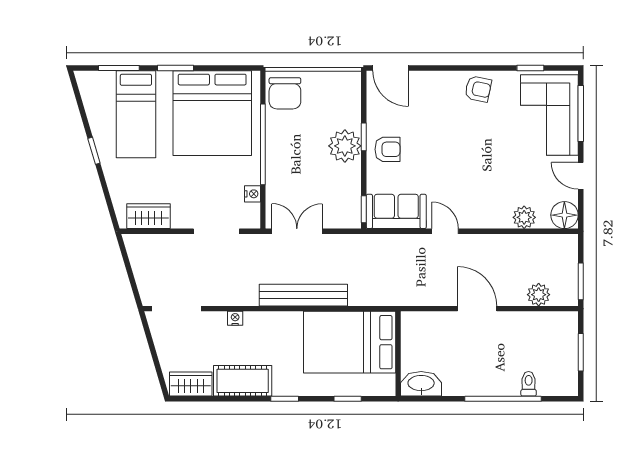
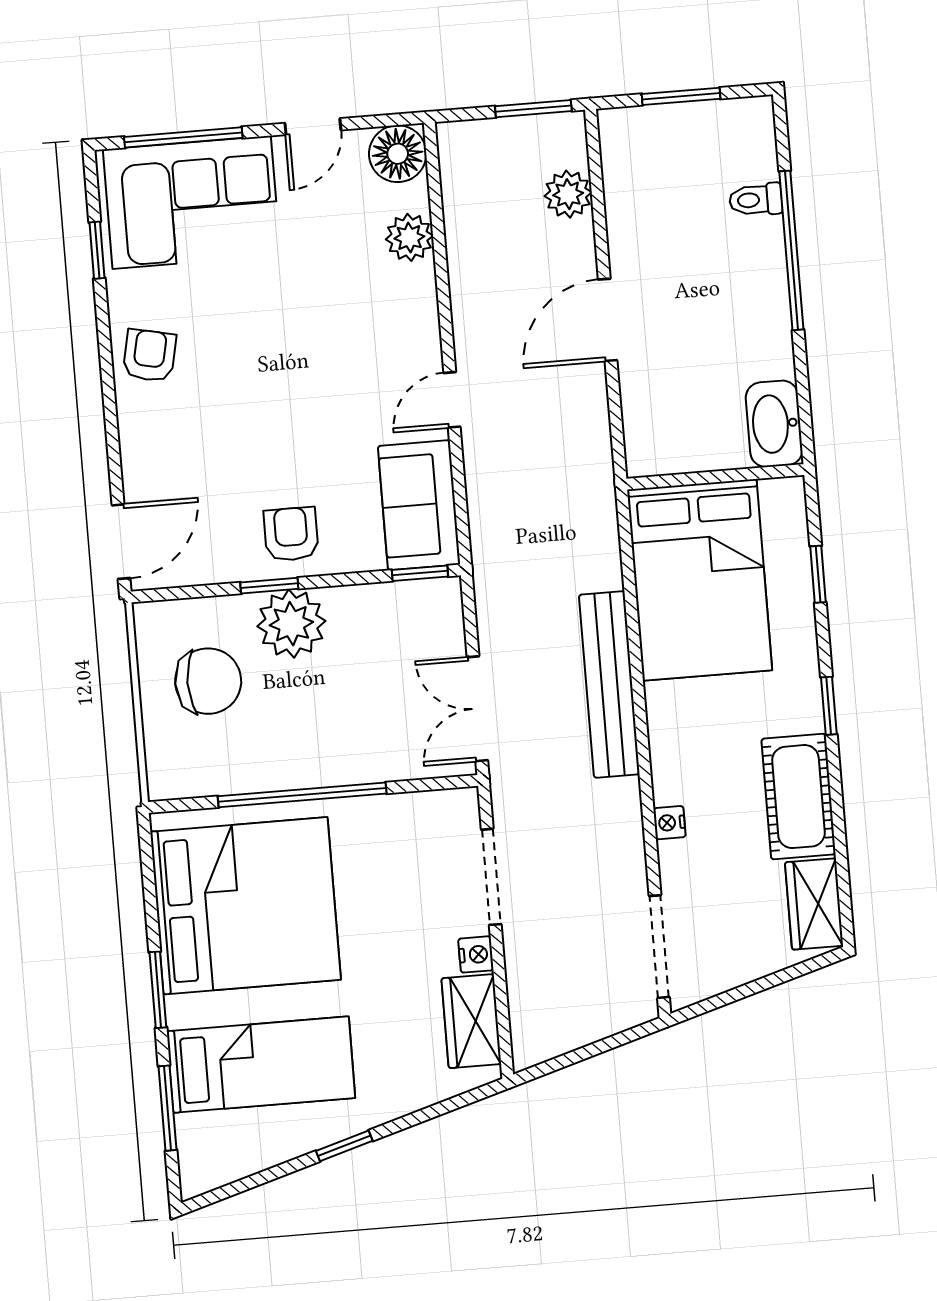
chair: (285, 93) -> (208, 681), moved
nightstand: (252, 194) -> (476, 954), moved, turned 90

